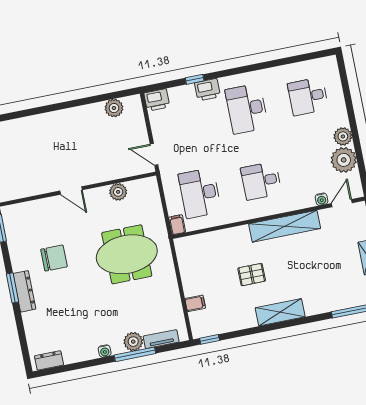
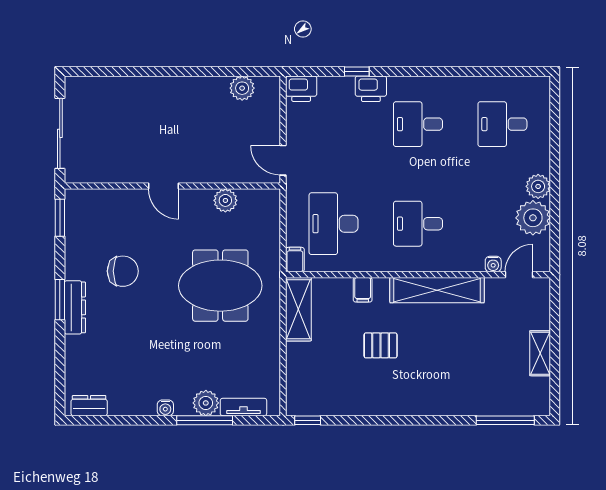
desk: (247, 109) -> (418, 124), width x0.73
filing cabinet: (195, 303) -> (363, 290), moved, turned 90
shelving: (280, 312) -> (298, 309), moved, turned 90

